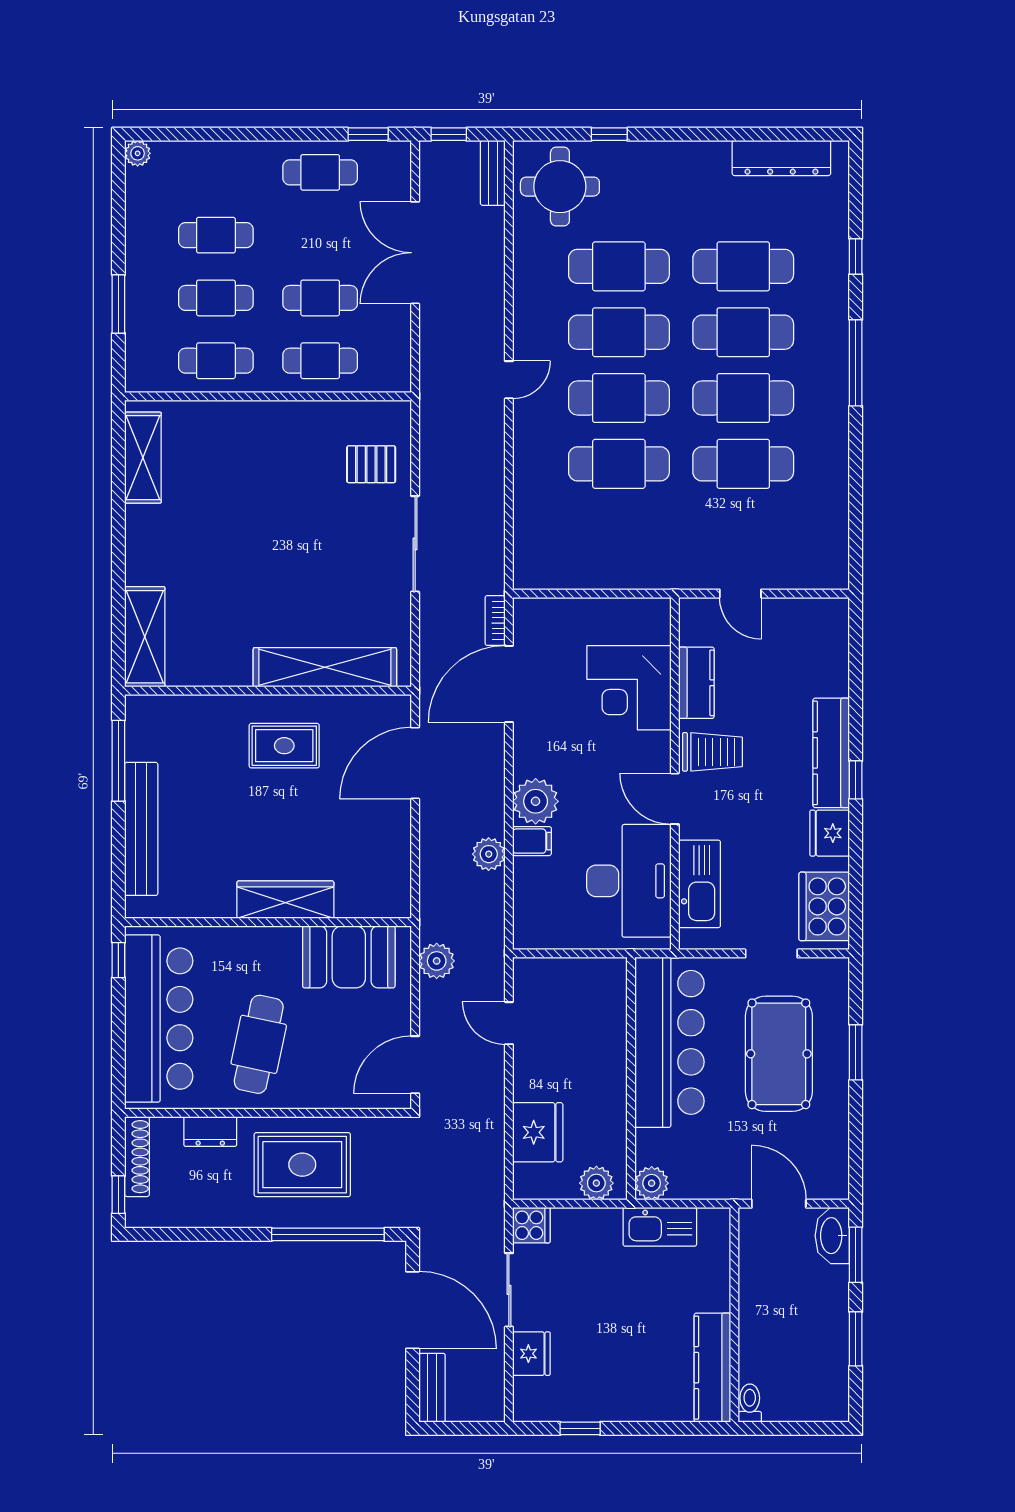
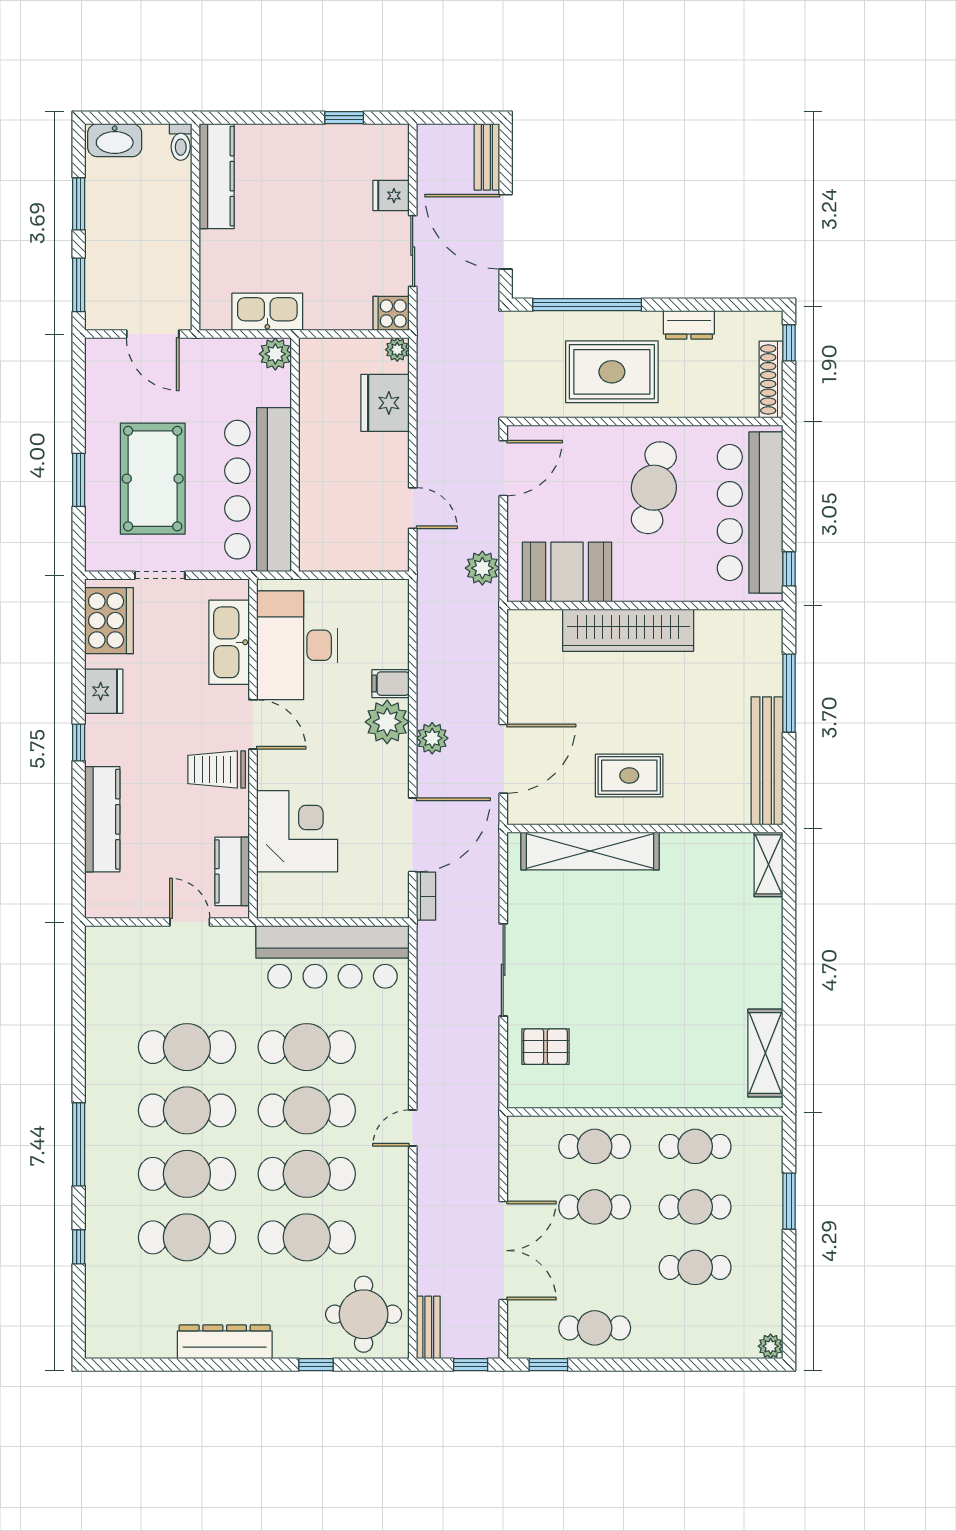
dresser: (781, 158) -> (225, 1342), moved
bar counter: (592, 557) -> (332, 957), added
shelving: (145, 637) -> (768, 864), width x0.67, depth x0.75
kitchen counter: (696, 683) -> (232, 871), moved
kitchen counter: (831, 753) -> (102, 819), moved
window: (118, 761) -> (789, 693), moved
bench: (141, 829) -> (767, 761), moved
plant: (489, 854) -> (432, 738), moved
wardrobe: (285, 900) -> (628, 630), width x1.40, depth x1.17
dresser: (210, 1132) -> (689, 325), moved, turned 180
plant: (596, 1183) -> (397, 350), moved, width x0.73, depth x0.73
washbasin: (832, 1236) -> (115, 140), moved, turned 90
fridge: (531, 1354) -> (391, 196), width x0.72

